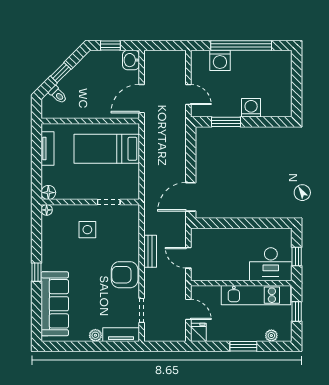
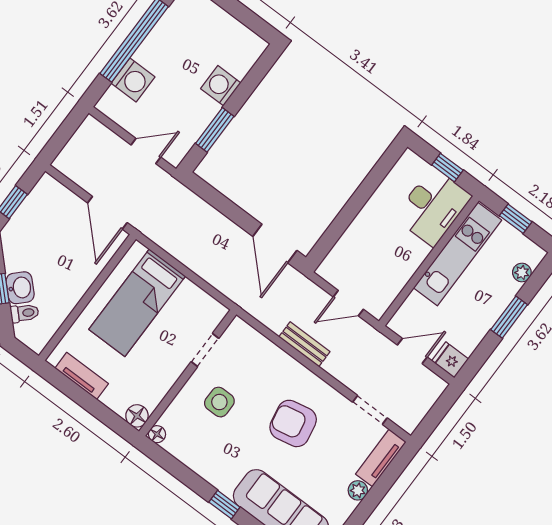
washbasin: (131, 60) -> (20, 288), moved, turned -135
armchair: (125, 275) -> (293, 423), moved, turned 79

